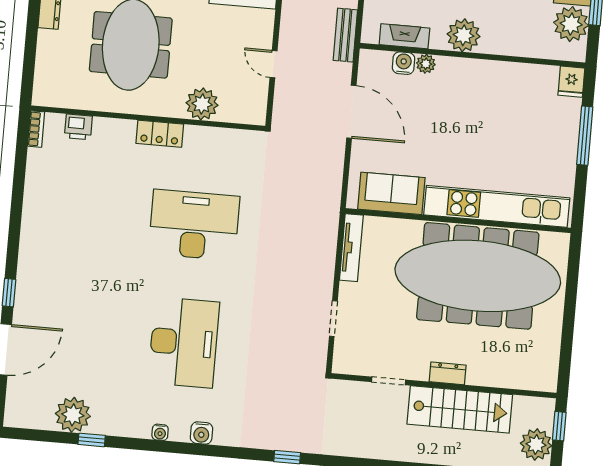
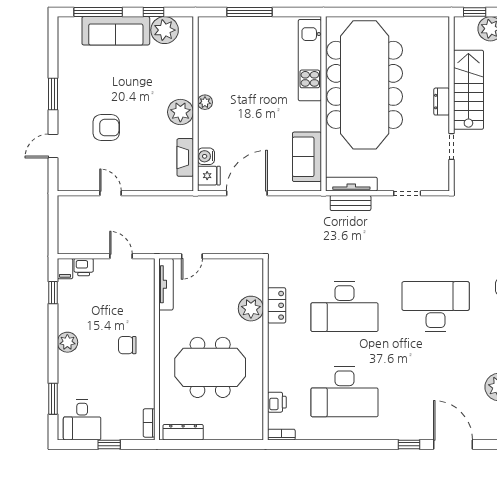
bench: (345, 35) -> (351, 203), moved
door: (274, 64) -> (192, 256), moved
plant: (426, 64) -> (205, 102), moved
fridge: (571, 82) -> (209, 176), moved
locker: (160, 134) -> (277, 305), moved
kitchen unit: (497, 206) -> (310, 60), width x0.73
desk: (84, 215) -> (345, 392), added
desk: (194, 225) -> (345, 307), turned -90

